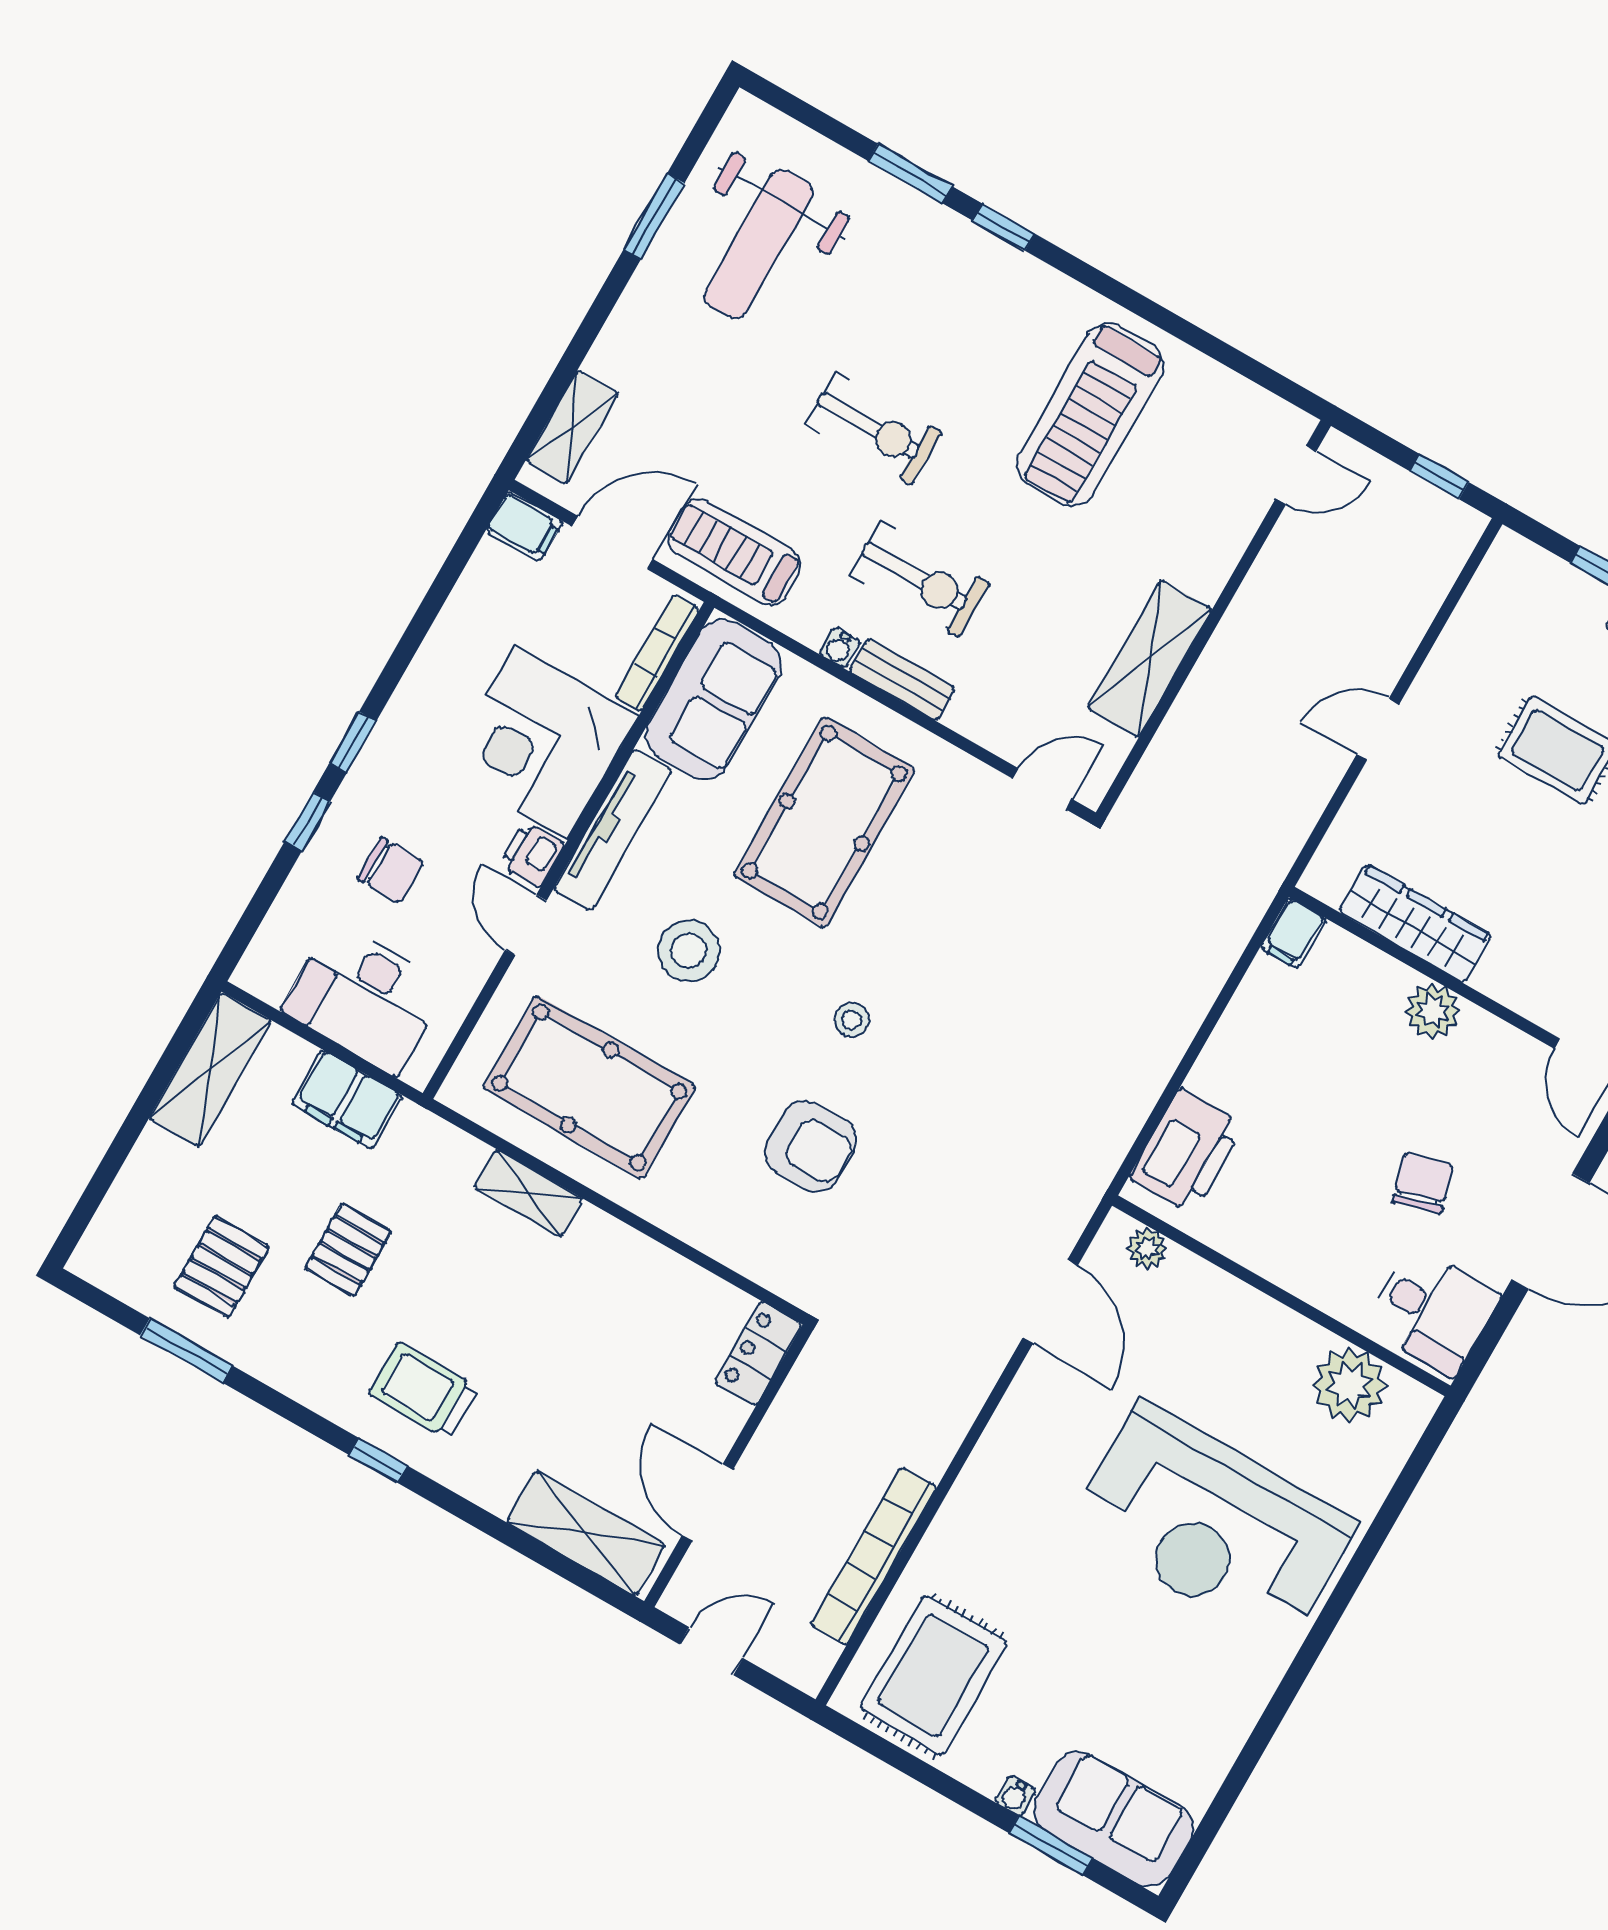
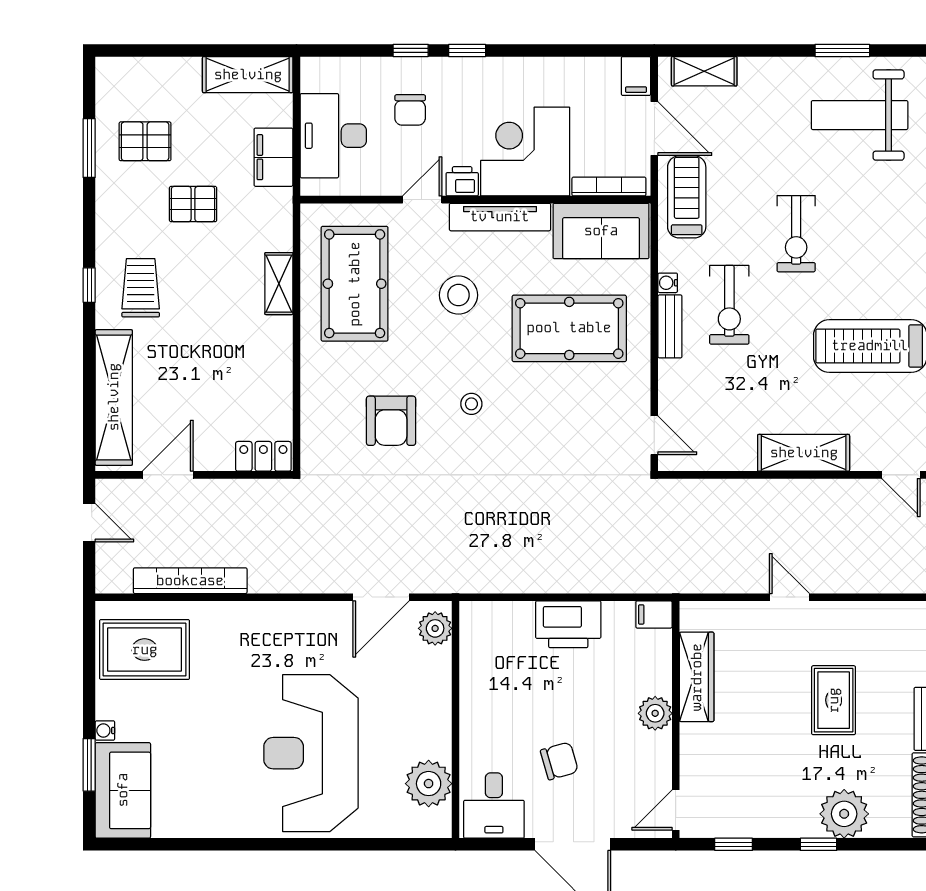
shelving: (1150, 659) -> (804, 453), moved
printer: (1187, 1151) -> (568, 624), moved
plant: (1147, 1248) -> (435, 628), width x1.38, depth x1.38
shelving: (586, 1533) -> (114, 397), width x1.47

